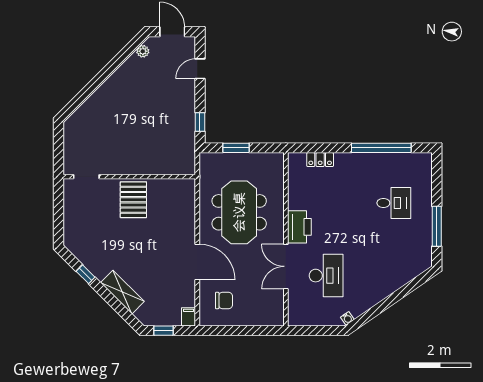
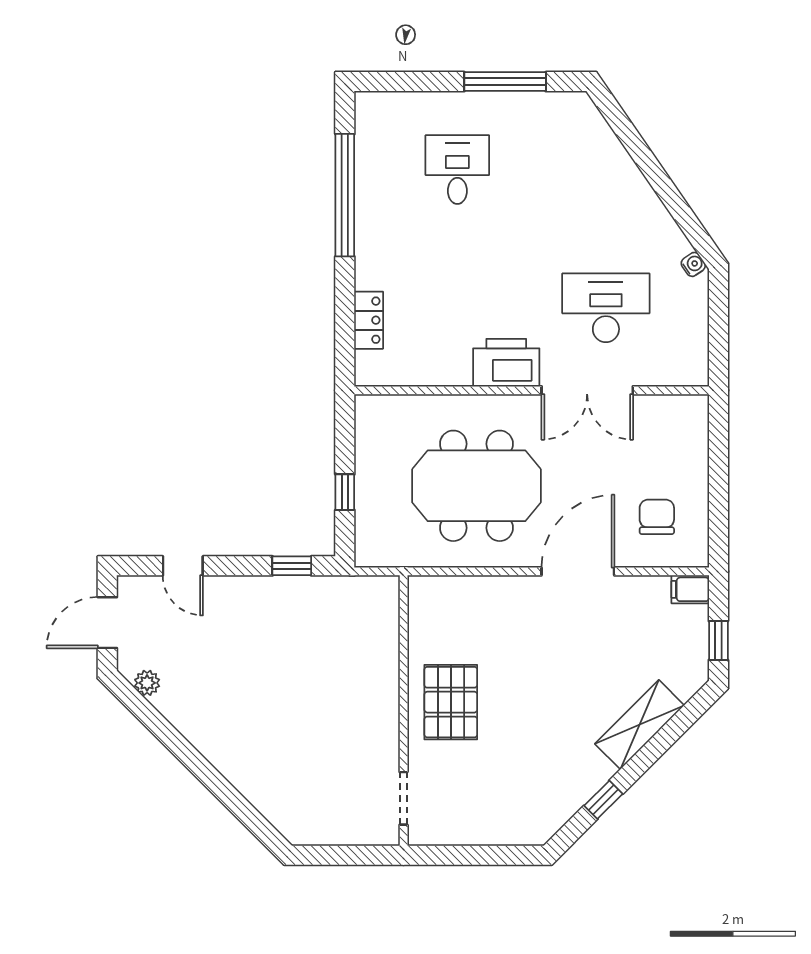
window: (236, 148) -> (345, 492), width x0.67
pallet: (133, 200) -> (451, 702), turned 90

